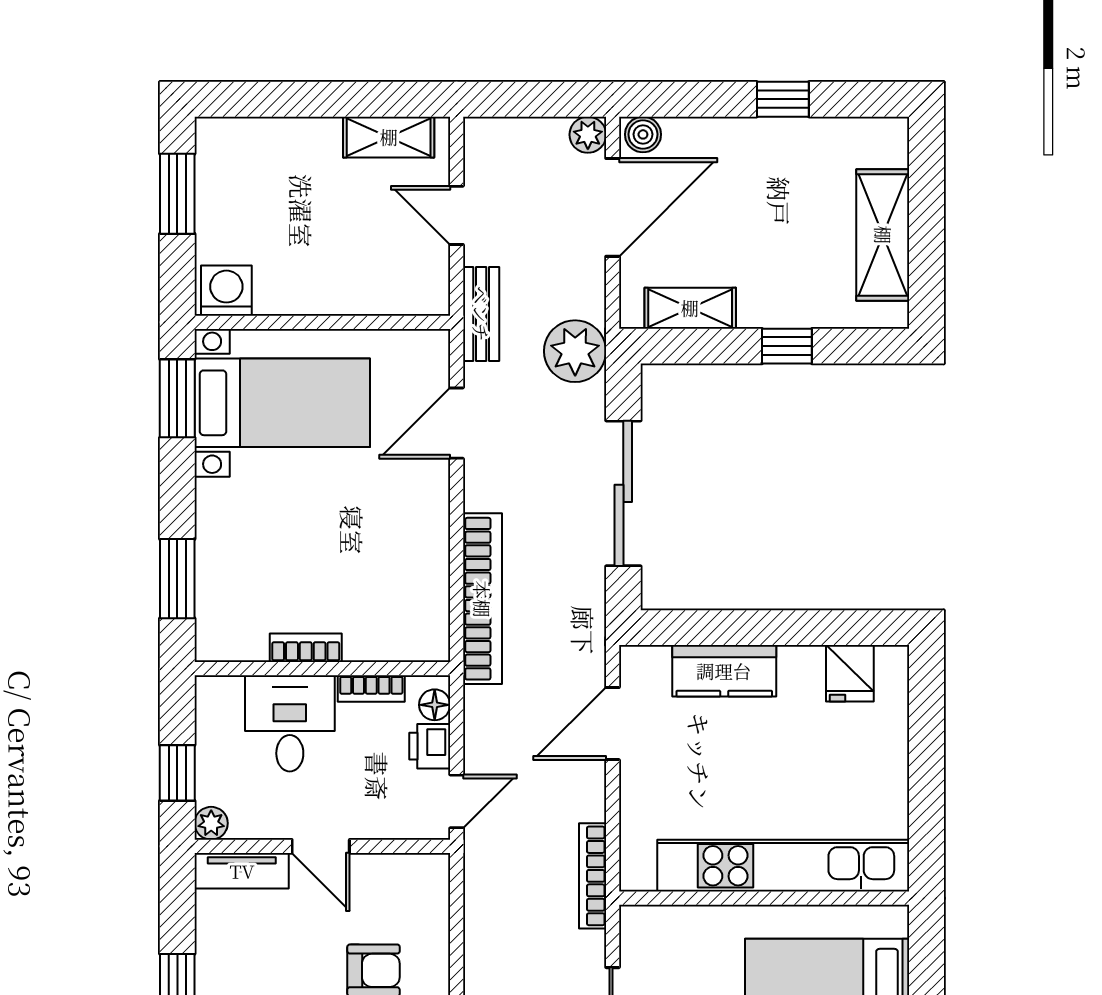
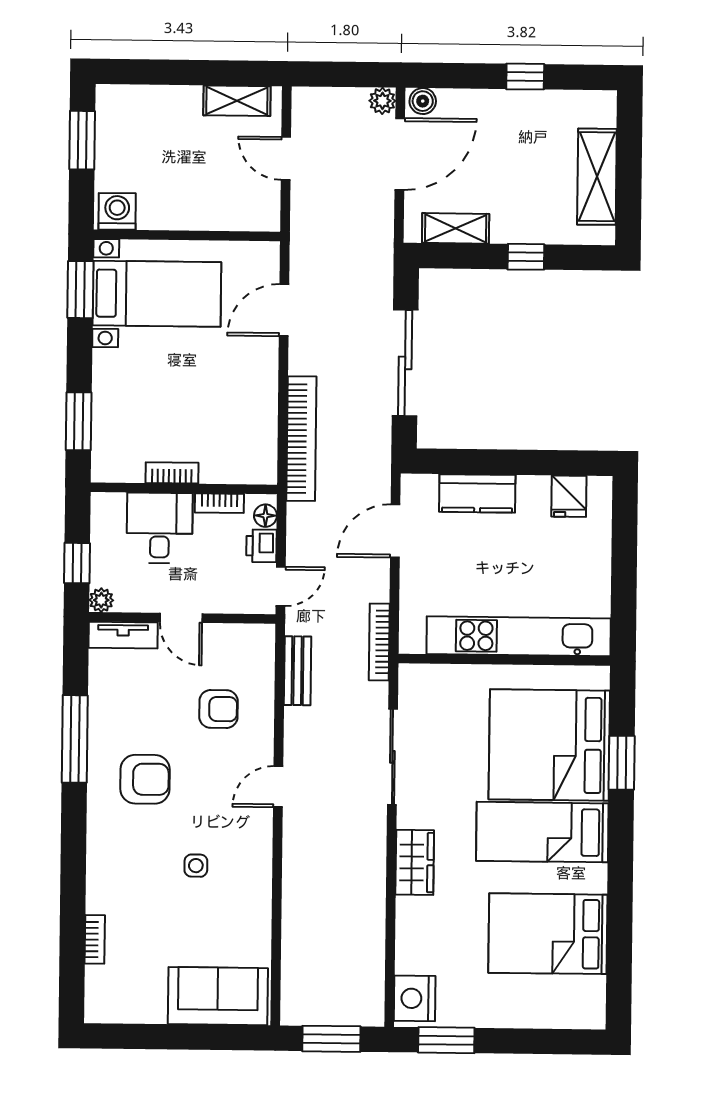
bench: (481, 314) -> (298, 671), moved
plant: (575, 351) -> (371, 259), removed

